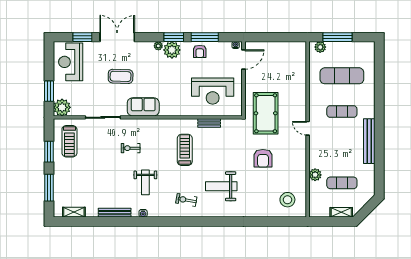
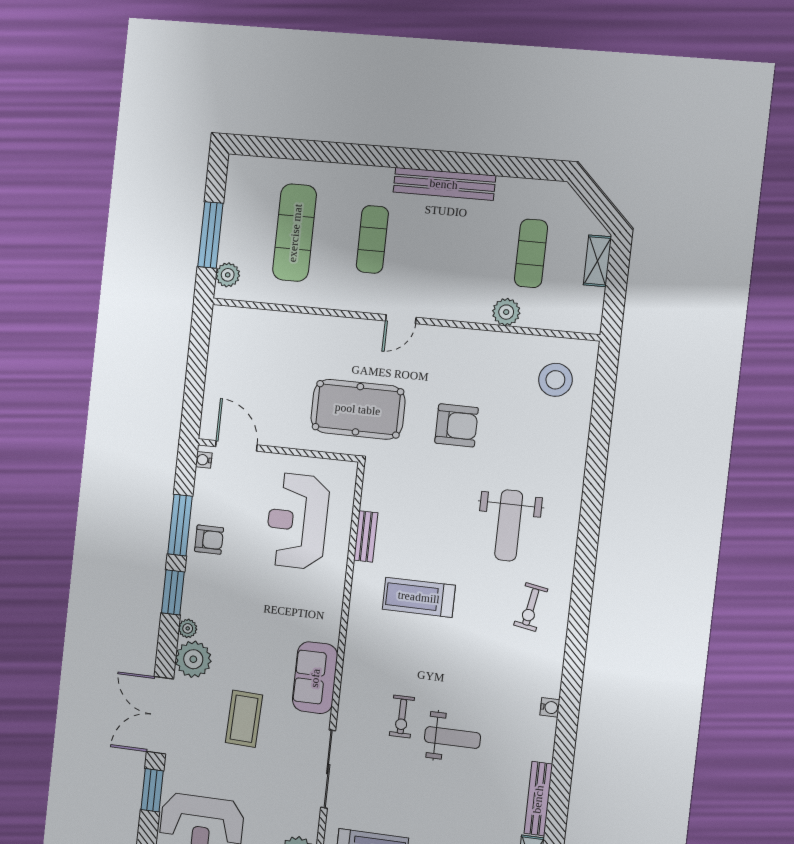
plant: (172, 50) -> (193, 659), moved
reception desk: (213, 91) -> (297, 521), turned 180
weight bench: (145, 182) -> (452, 737), moved
bench: (115, 213) -> (538, 799), moved

